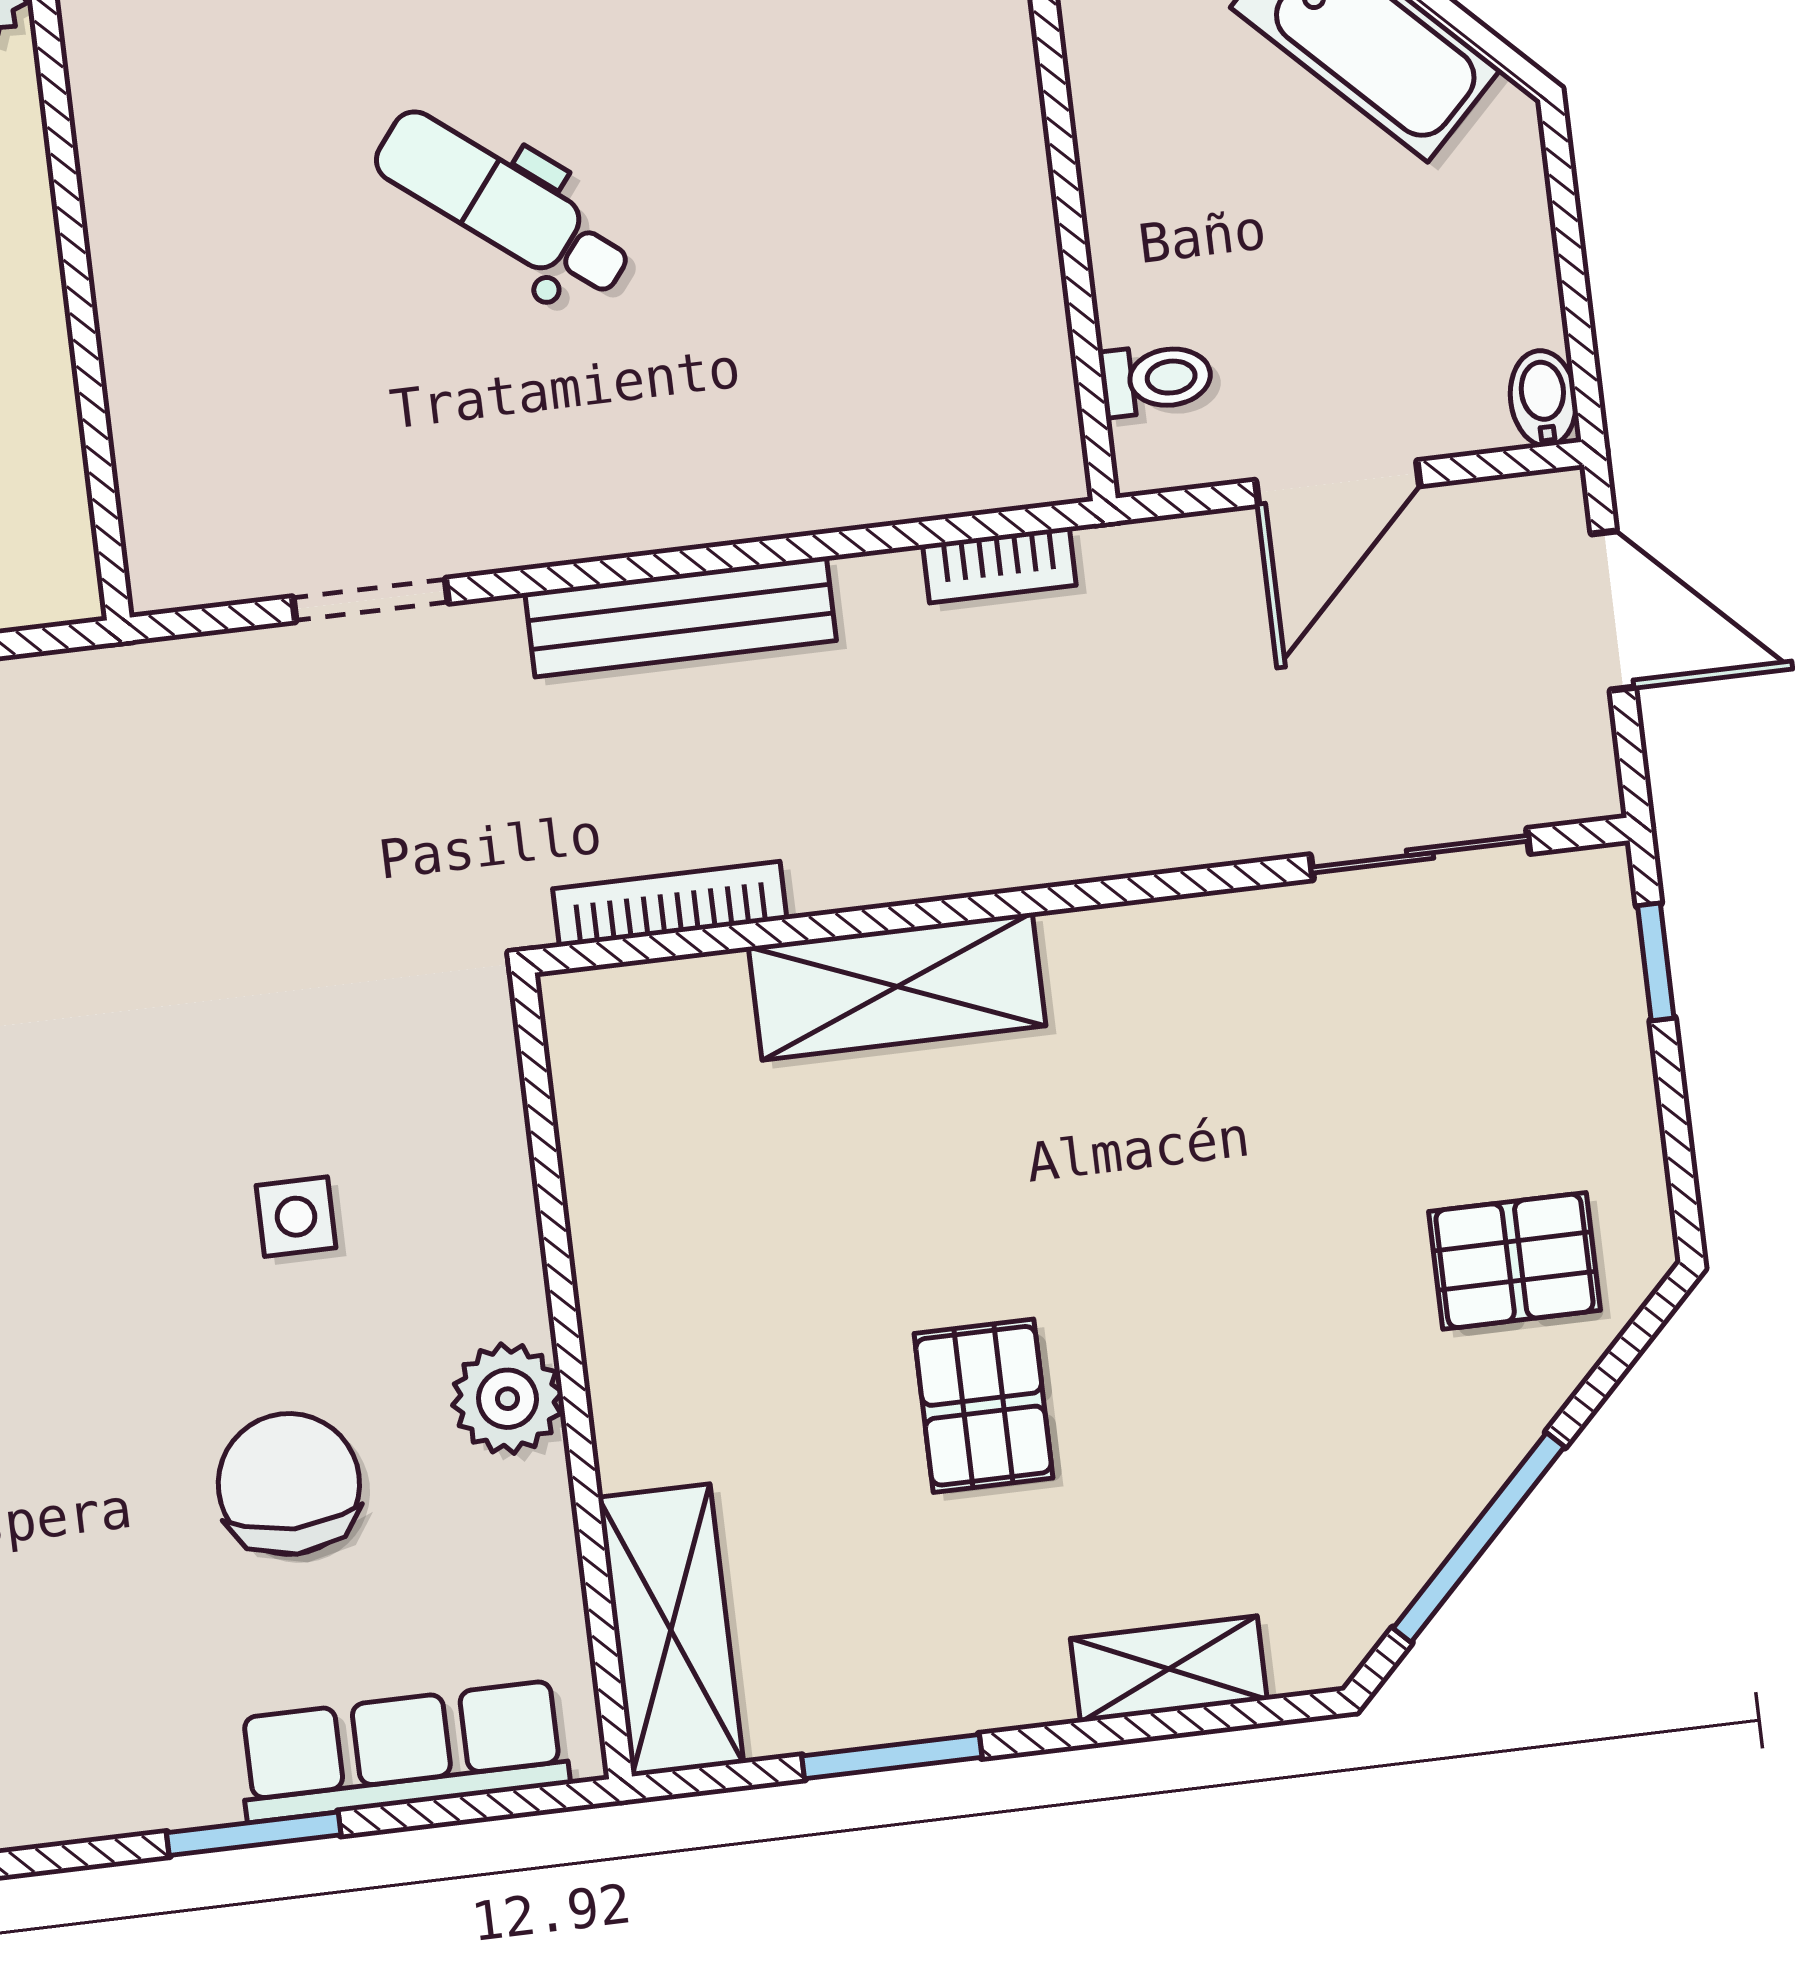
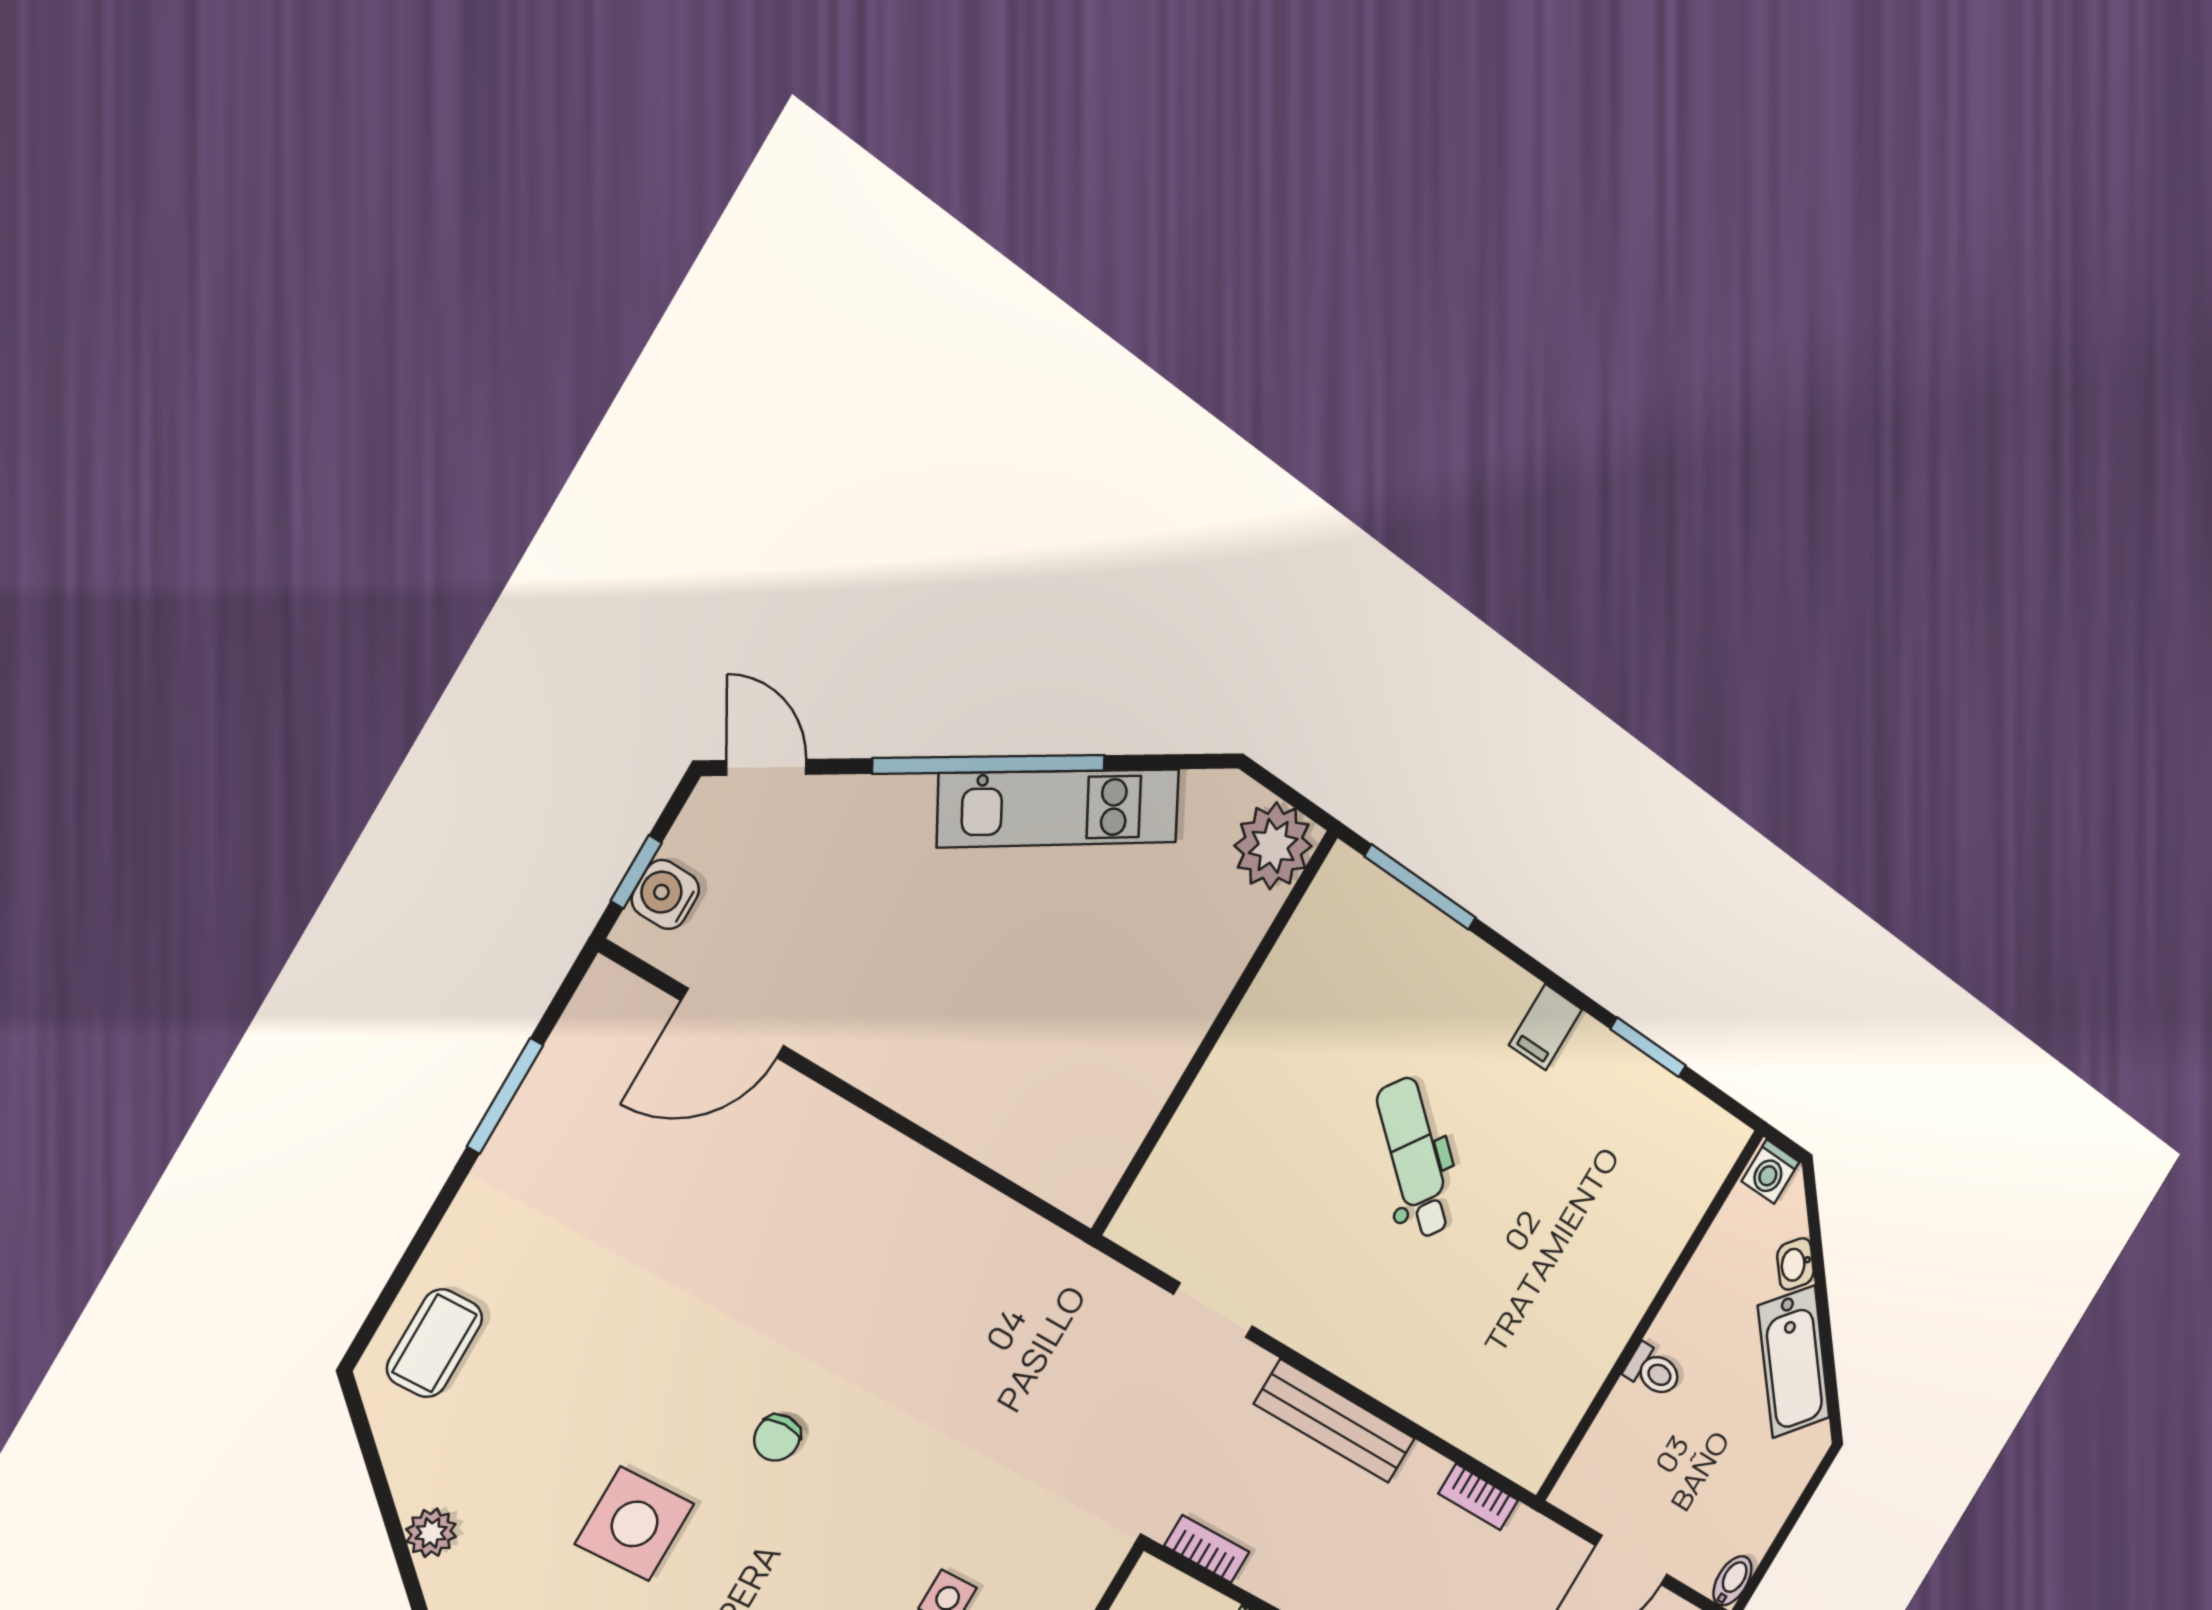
toilet: (1156, 379) -> (1653, 1371), moved
bookcase: (670, 904) -> (1207, 1549), width x0.64

